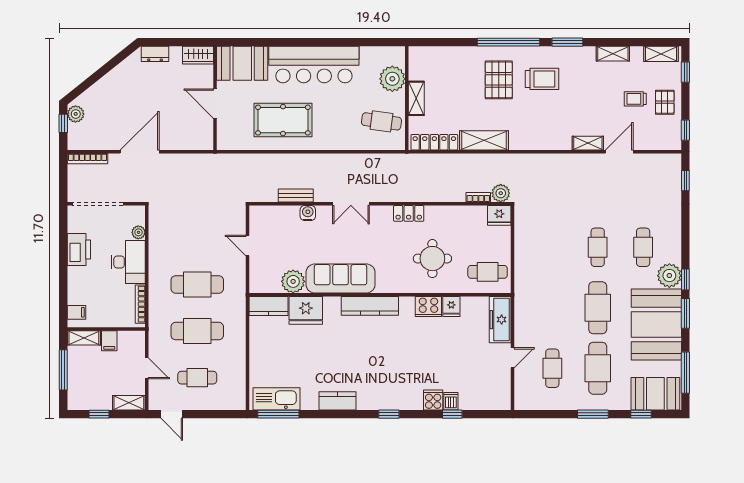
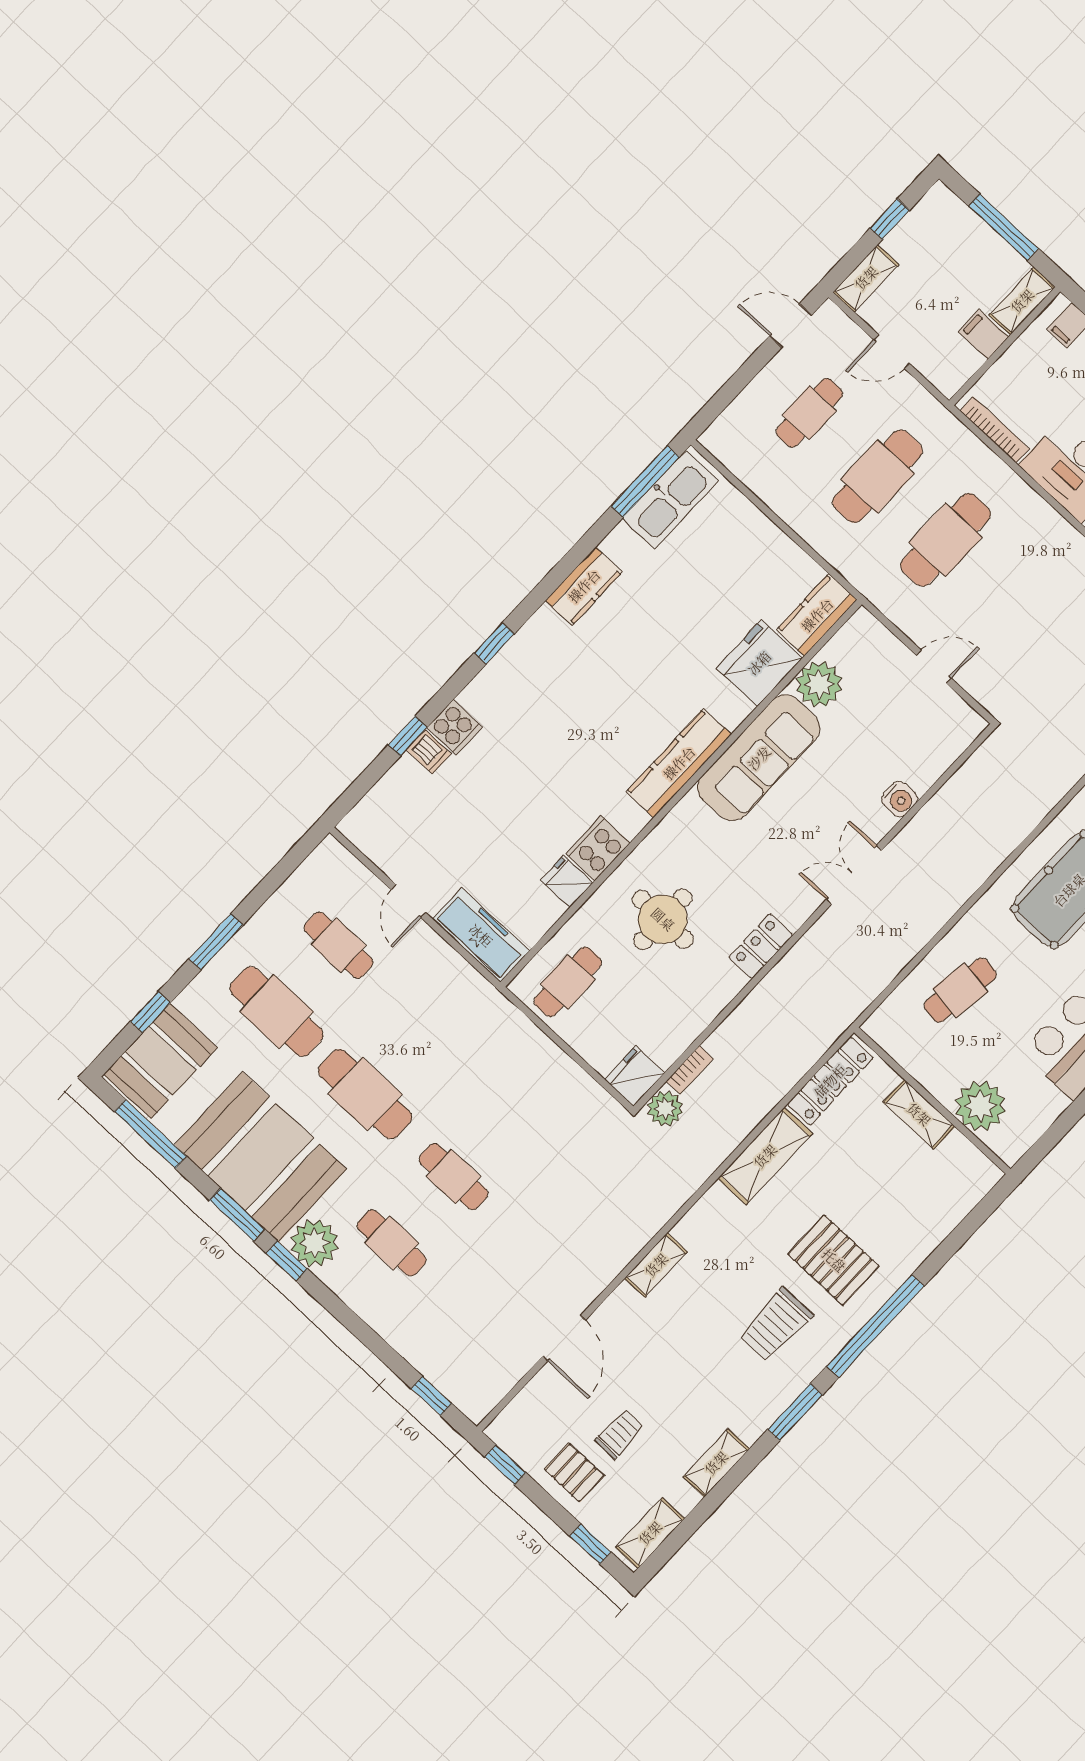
cafe table: (381, 121) -> (960, 990), moved
shelving: (588, 143) -> (656, 1265), moved
bench: (296, 196) -> (941, 805), removed

